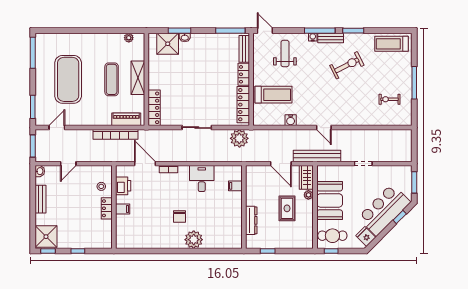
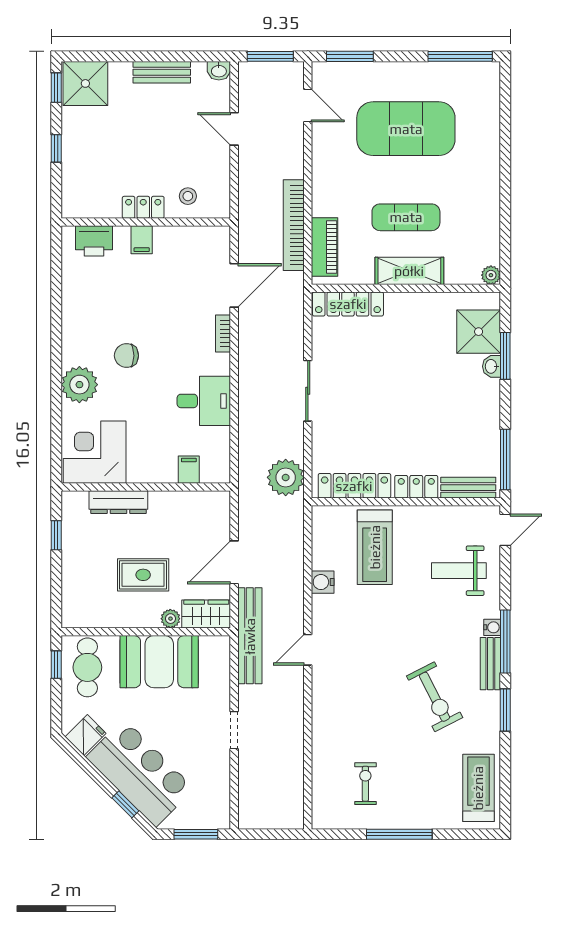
plant: (129, 38) -> (491, 275), moved
weight bench: (285, 53) -> (459, 571), turned 180
printer: (123, 186) -> (94, 241), moved
corner desk: (227, 232) -> (95, 452), added

